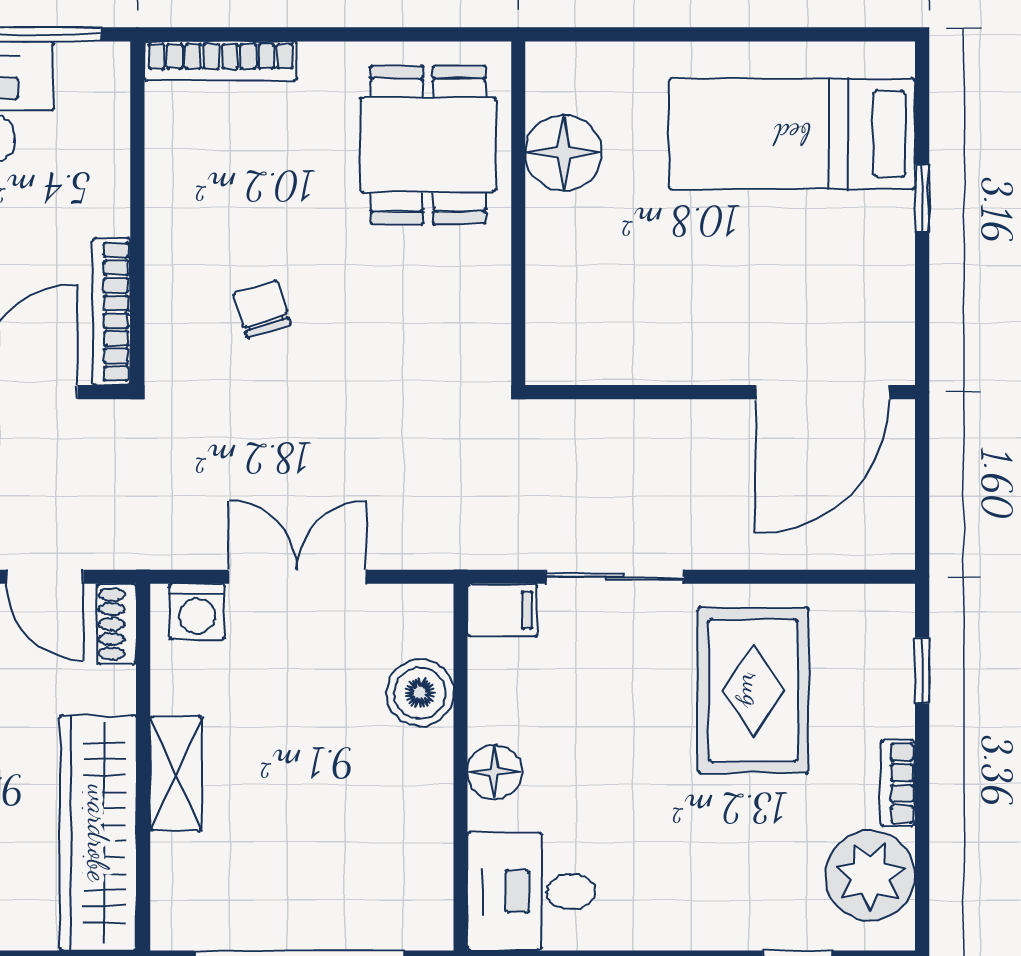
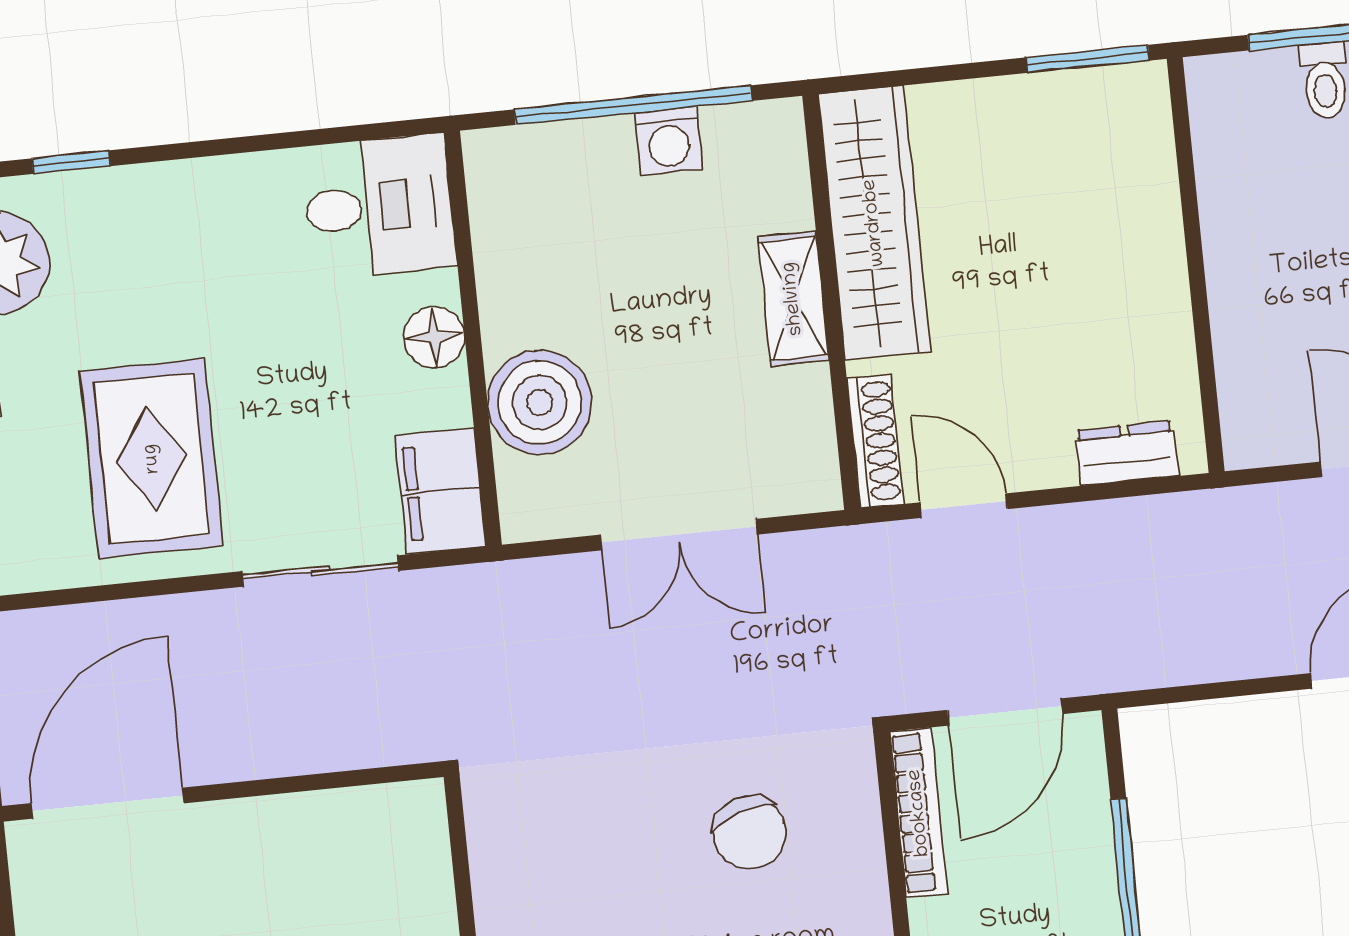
chair: (262, 309) -> (749, 833), width x1.37, depth x1.37
filing cabinet: (502, 610) -> (441, 491), width x2.00
washing machine: (197, 611) -> (669, 141), moved, turned 180
shoe rack: (117, 624) -> (875, 441), width x1.43
boiler: (420, 693) -> (540, 402), width x1.37, depth x1.37

